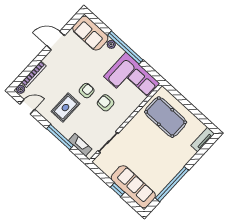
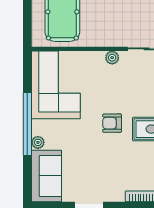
armchair: (106, 103) -> (106, 91), removed
plant: (119, 121) -> (112, 58), added

